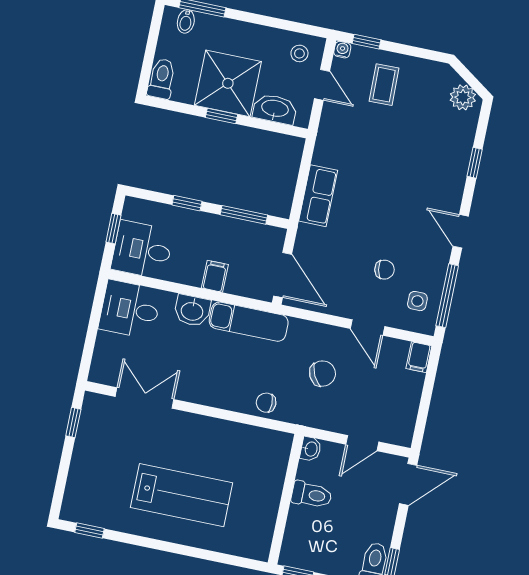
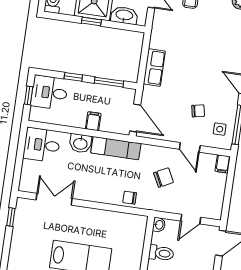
desk: (142, 250) -> (49, 93), moved

